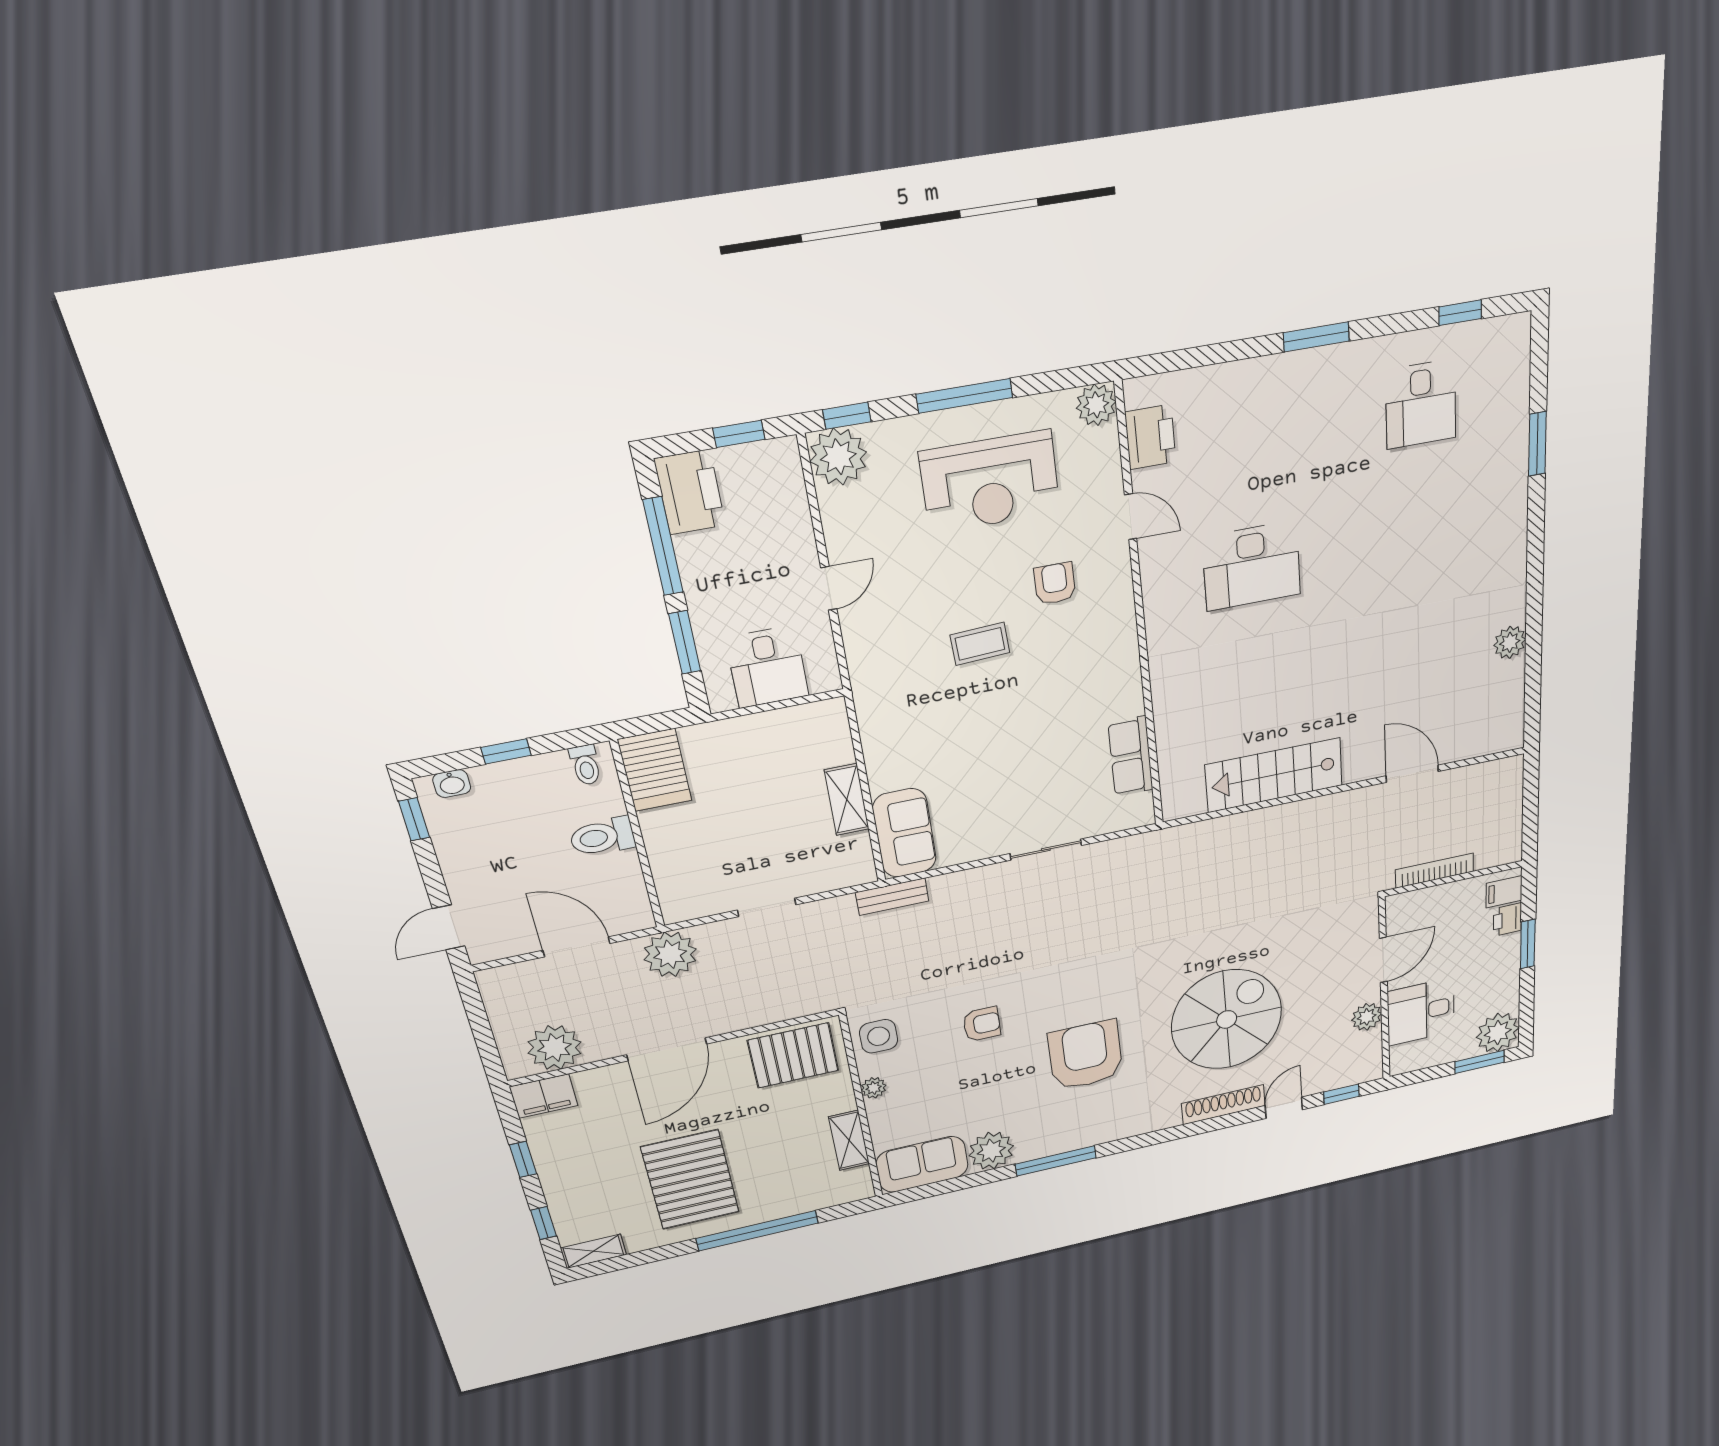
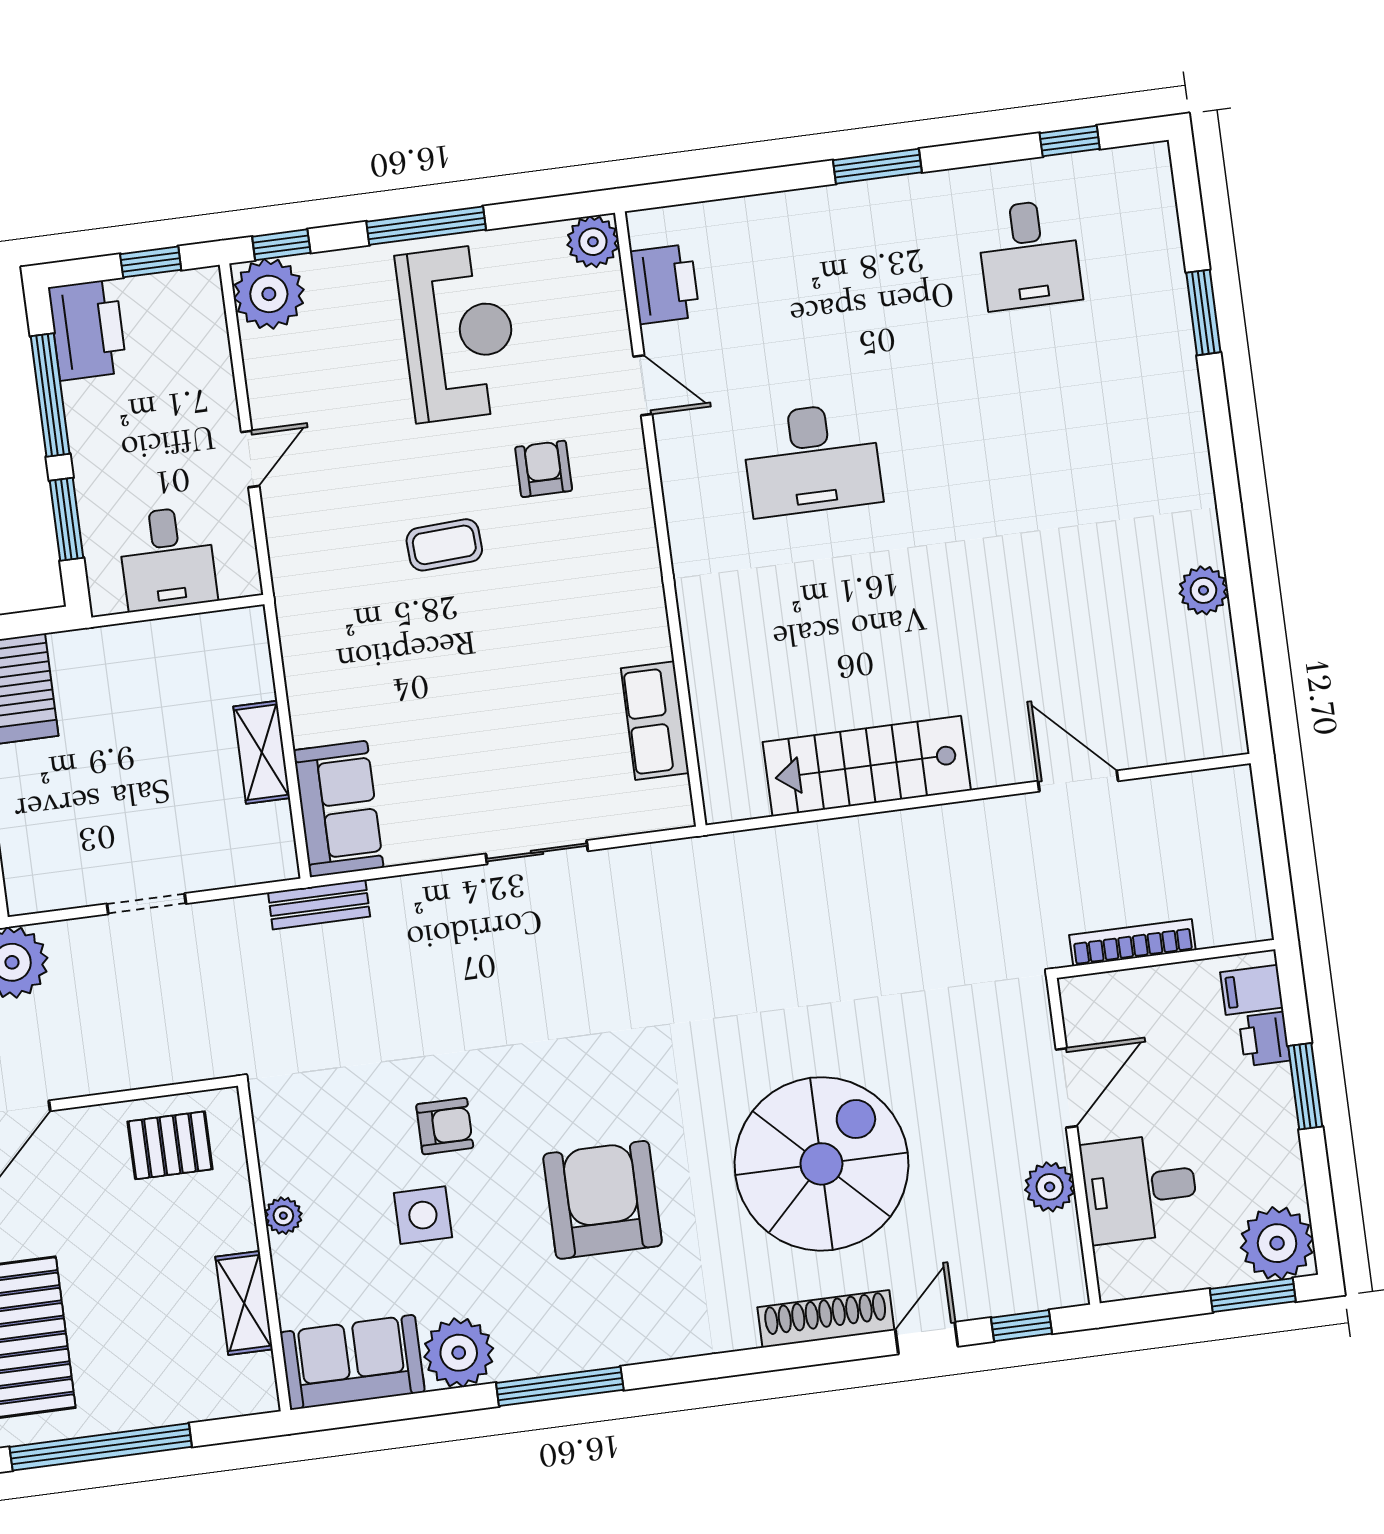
reception desk: (990, 482) -> (458, 333), turned -90
side table: (879, 1036) -> (423, 1215), moved
pallet: (793, 1055) -> (170, 1145), width x0.67, depth x0.71

